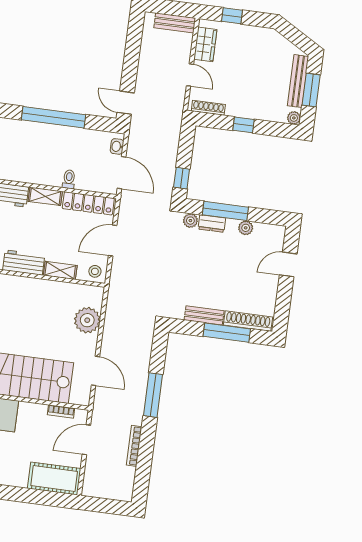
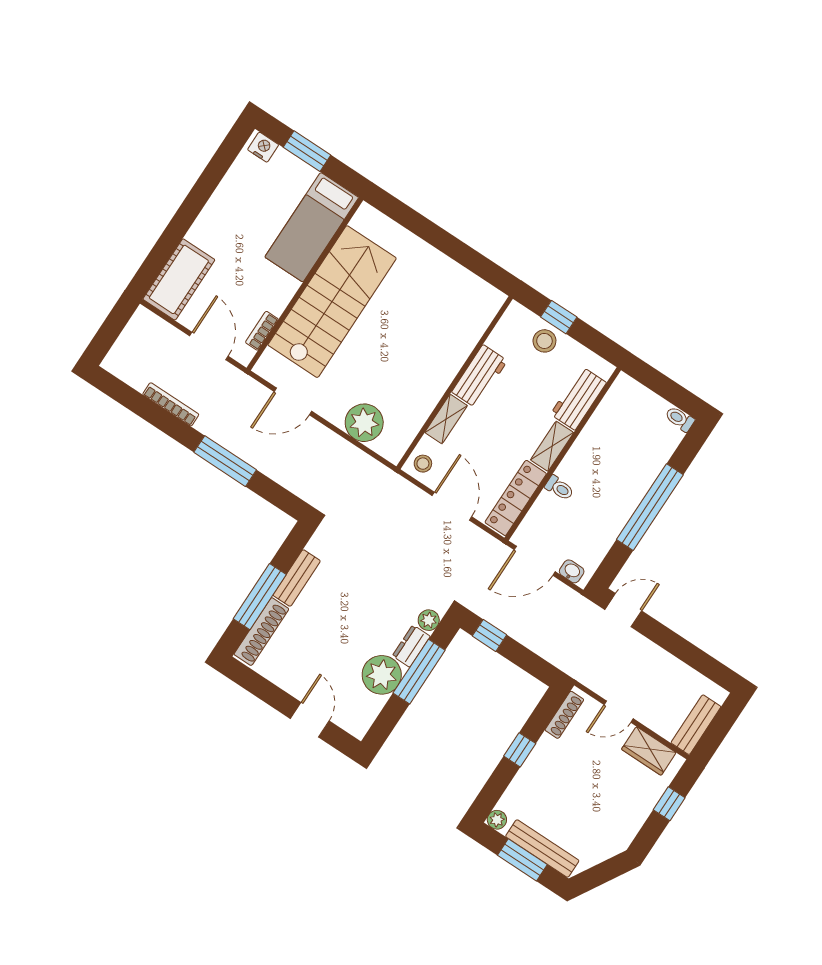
plant: (246, 228) -> (382, 675), width x1.88, depth x1.88

